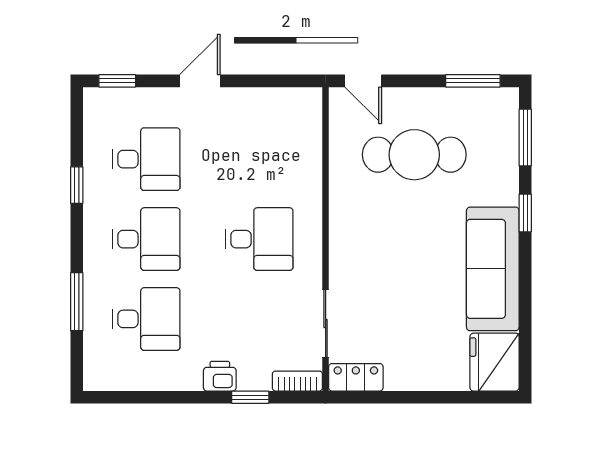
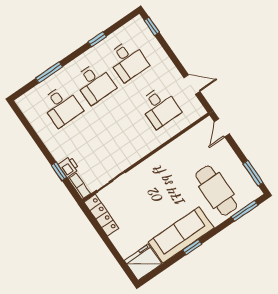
door: (200, 81) -> (192, 84), moved
cafe table: (414, 155) -> (216, 191), moved
window: (525, 213) -> (192, 247), moved
desk: (259, 239) -> (160, 107), moved
printer: (220, 376) -> (69, 167), moved
locker: (356, 377) -> (101, 215), width x1.53

